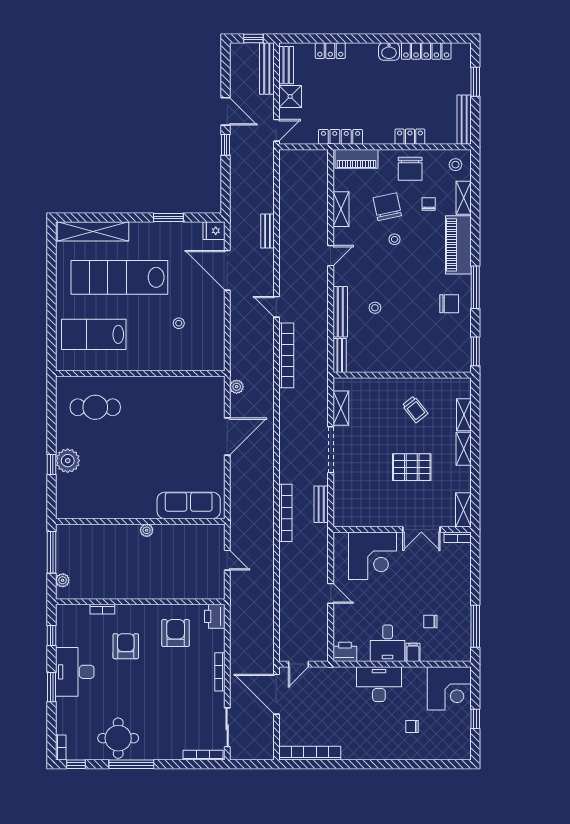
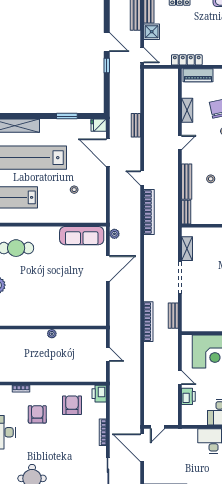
door: (276, 130) -> (142, 55), hinge flipped
sofa: (189, 505) -> (82, 236), moved, turned 180
printer: (345, 652) -> (188, 396), moved, turned 90

